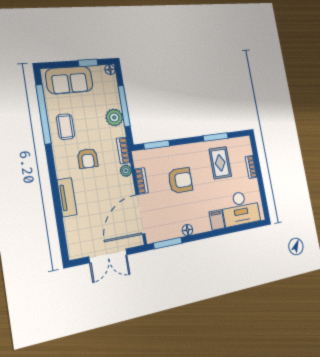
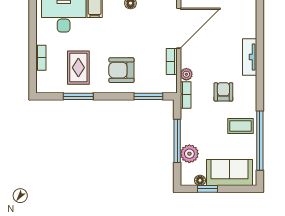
floor lamp: (110, 70) -> (200, 180), moved
plant: (114, 117) -> (189, 154), moved
coffee table: (65, 127) -> (241, 126), turned 90
armchair: (180, 180) -> (121, 70), moved

